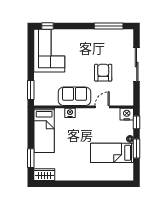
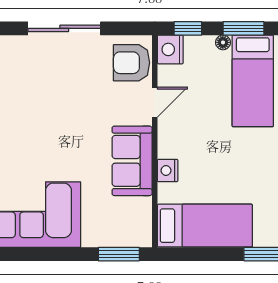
armchair: (103, 73) -> (132, 63), moved
door: (102, 107) -> (155, 102), swing flipped

